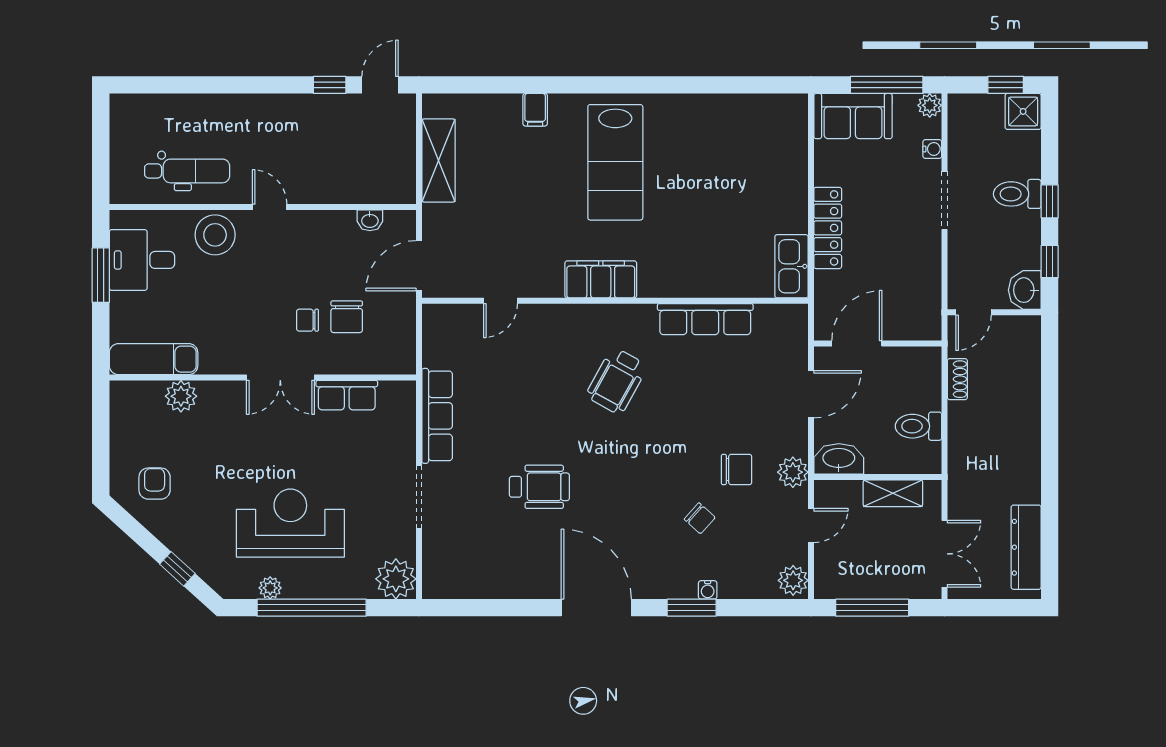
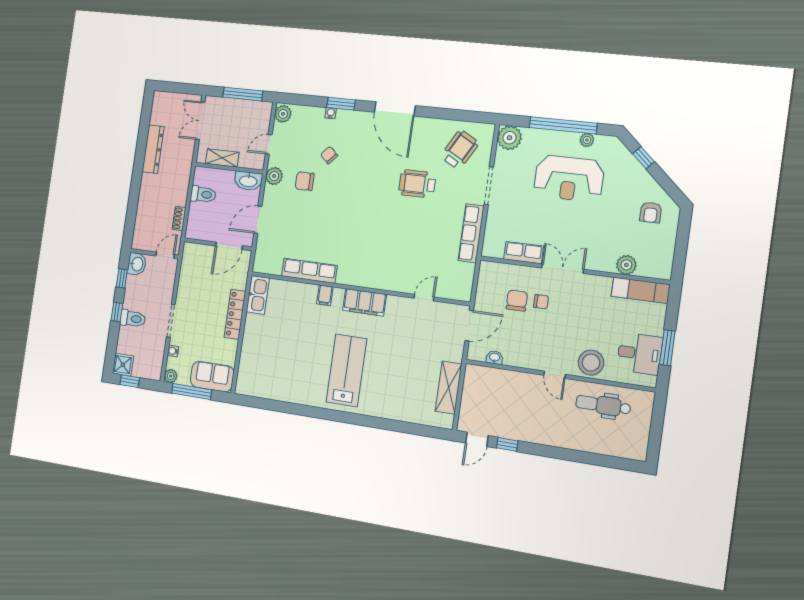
filing cabinet: (535, 110) -> (325, 295), moved, turned 180
wheelchair: (617, 381) -> (460, 150), moved
dresser: (1026, 547) -> (153, 149), moved

